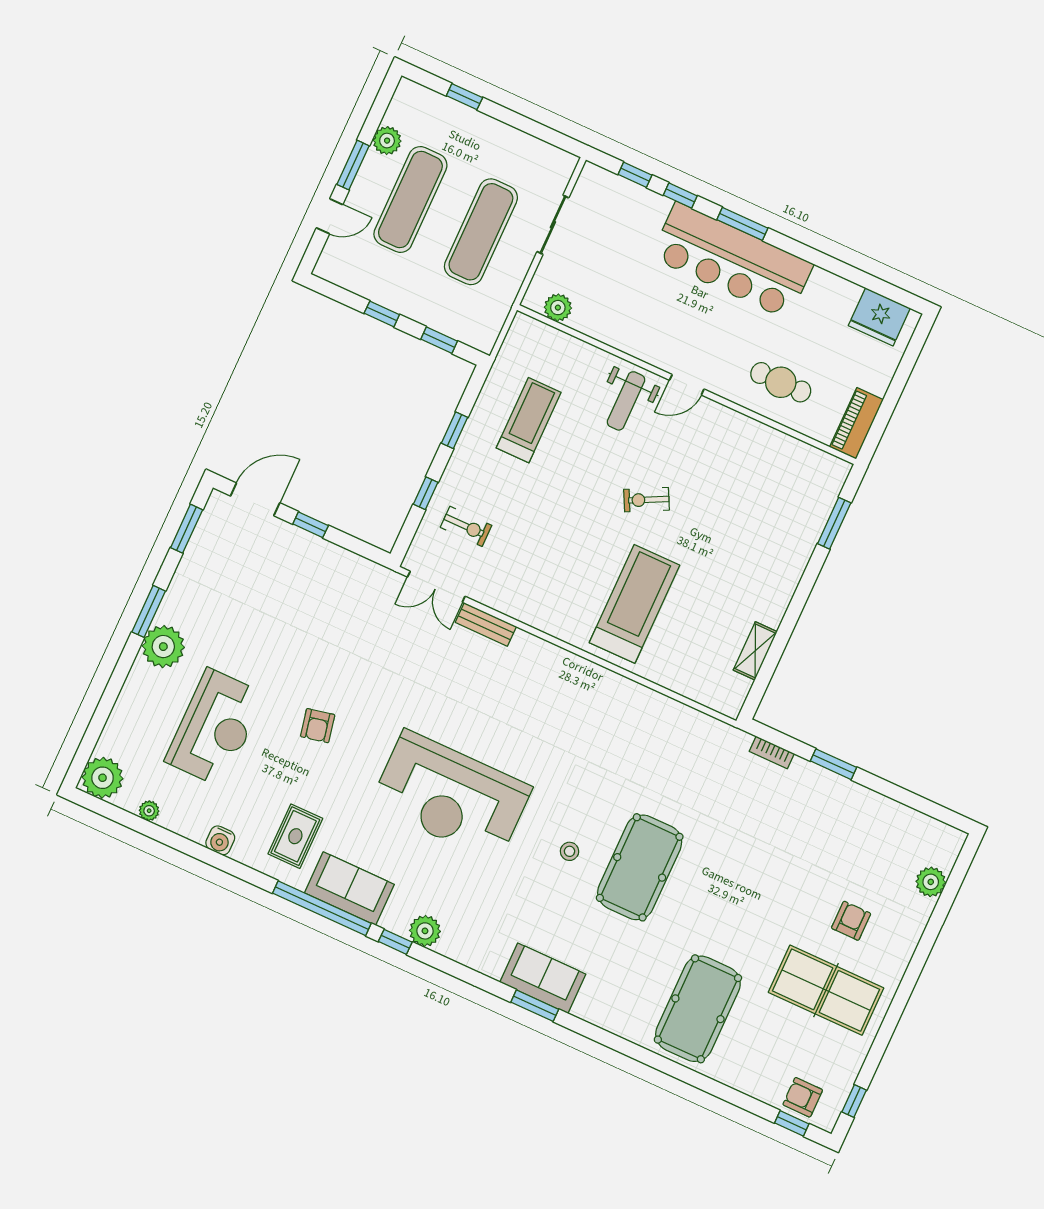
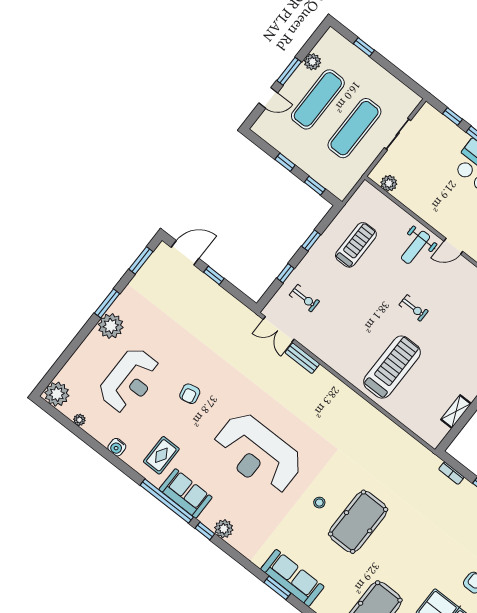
exercise bike: (647, 500) -> (414, 308), turned -153
sofa: (543, 978) -> (292, 578), width x1.36

